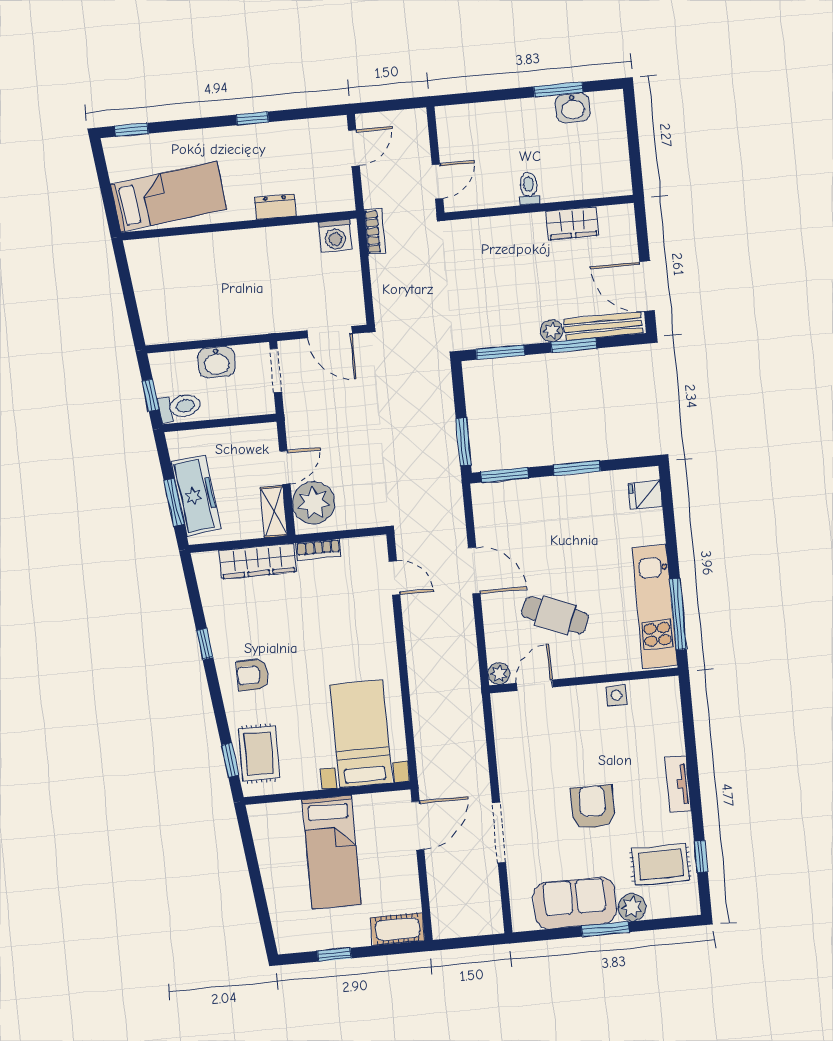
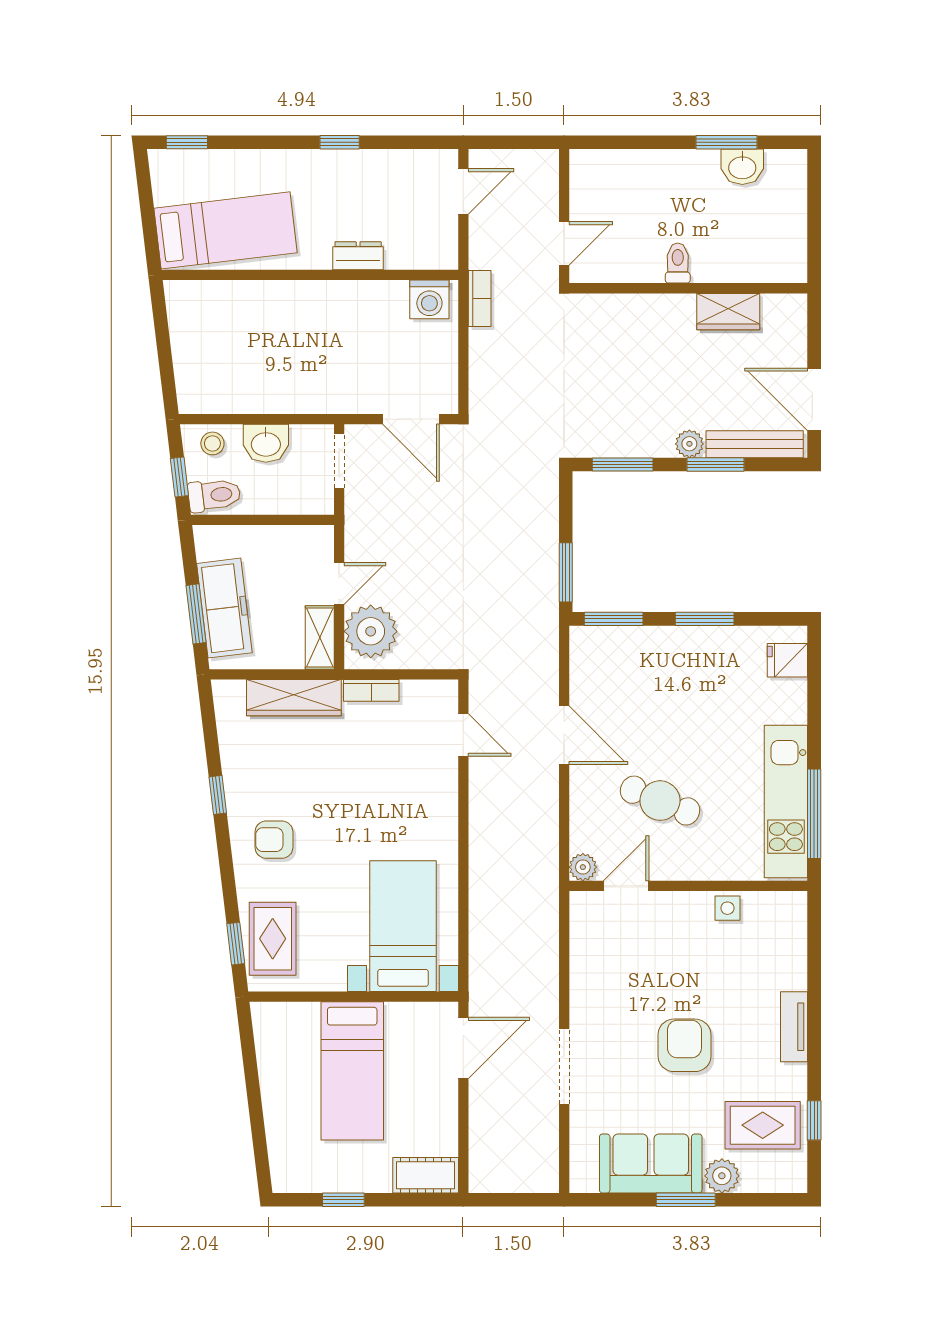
stool: (174, 366) -> (212, 443), added

